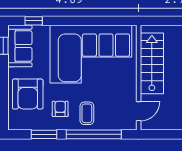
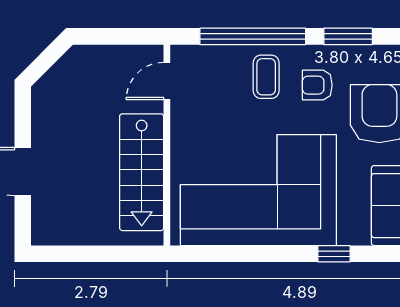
window: (34, 21) -> (334, 254), moved
armchair: (60, 109) -> (317, 85), turned 90

